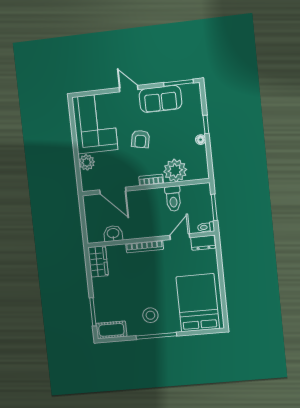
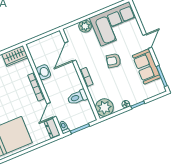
plant: (175, 171) -> (104, 107), moved
washbasin: (113, 234) -> (43, 72), moved
door: (180, 237) -> (51, 110), swing flipped

